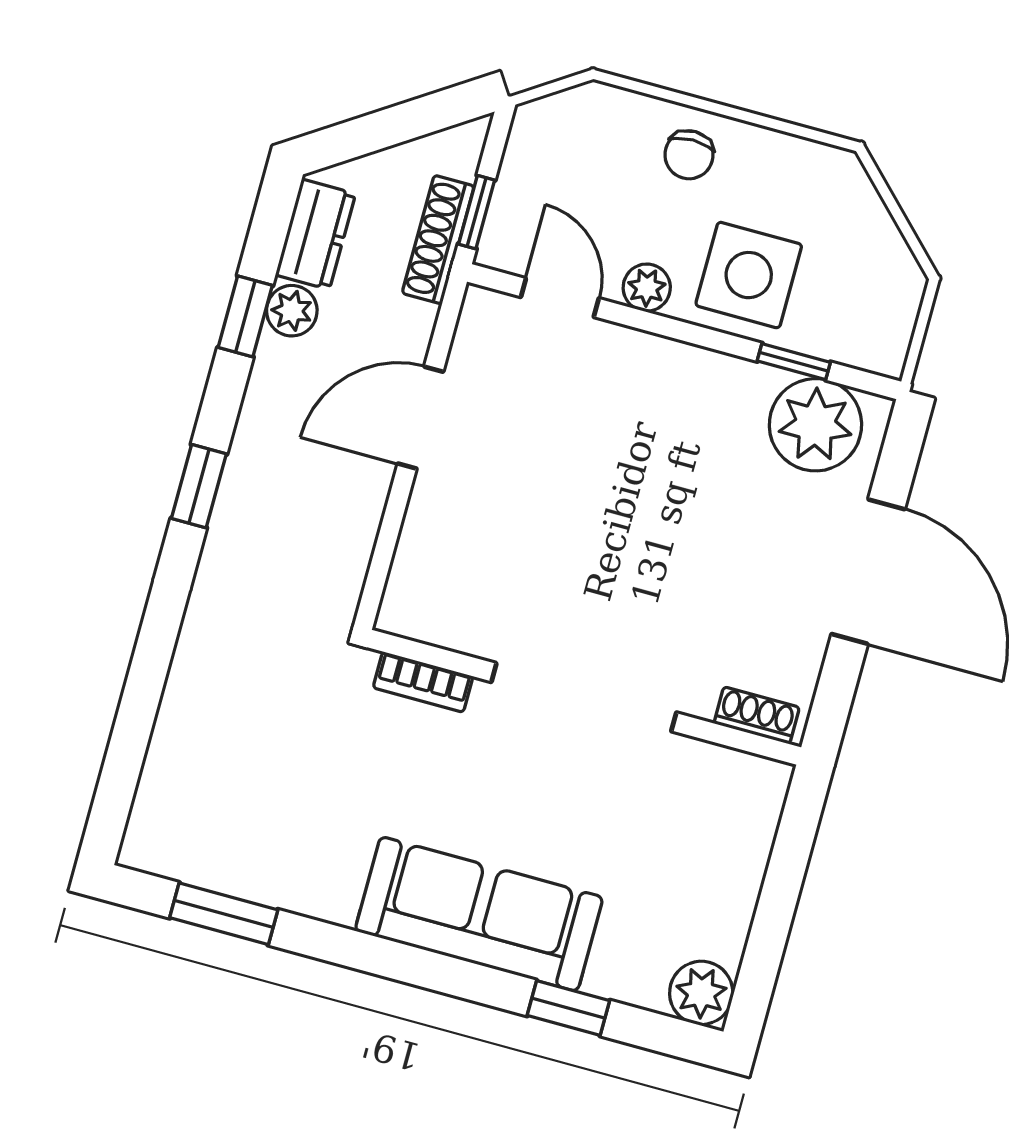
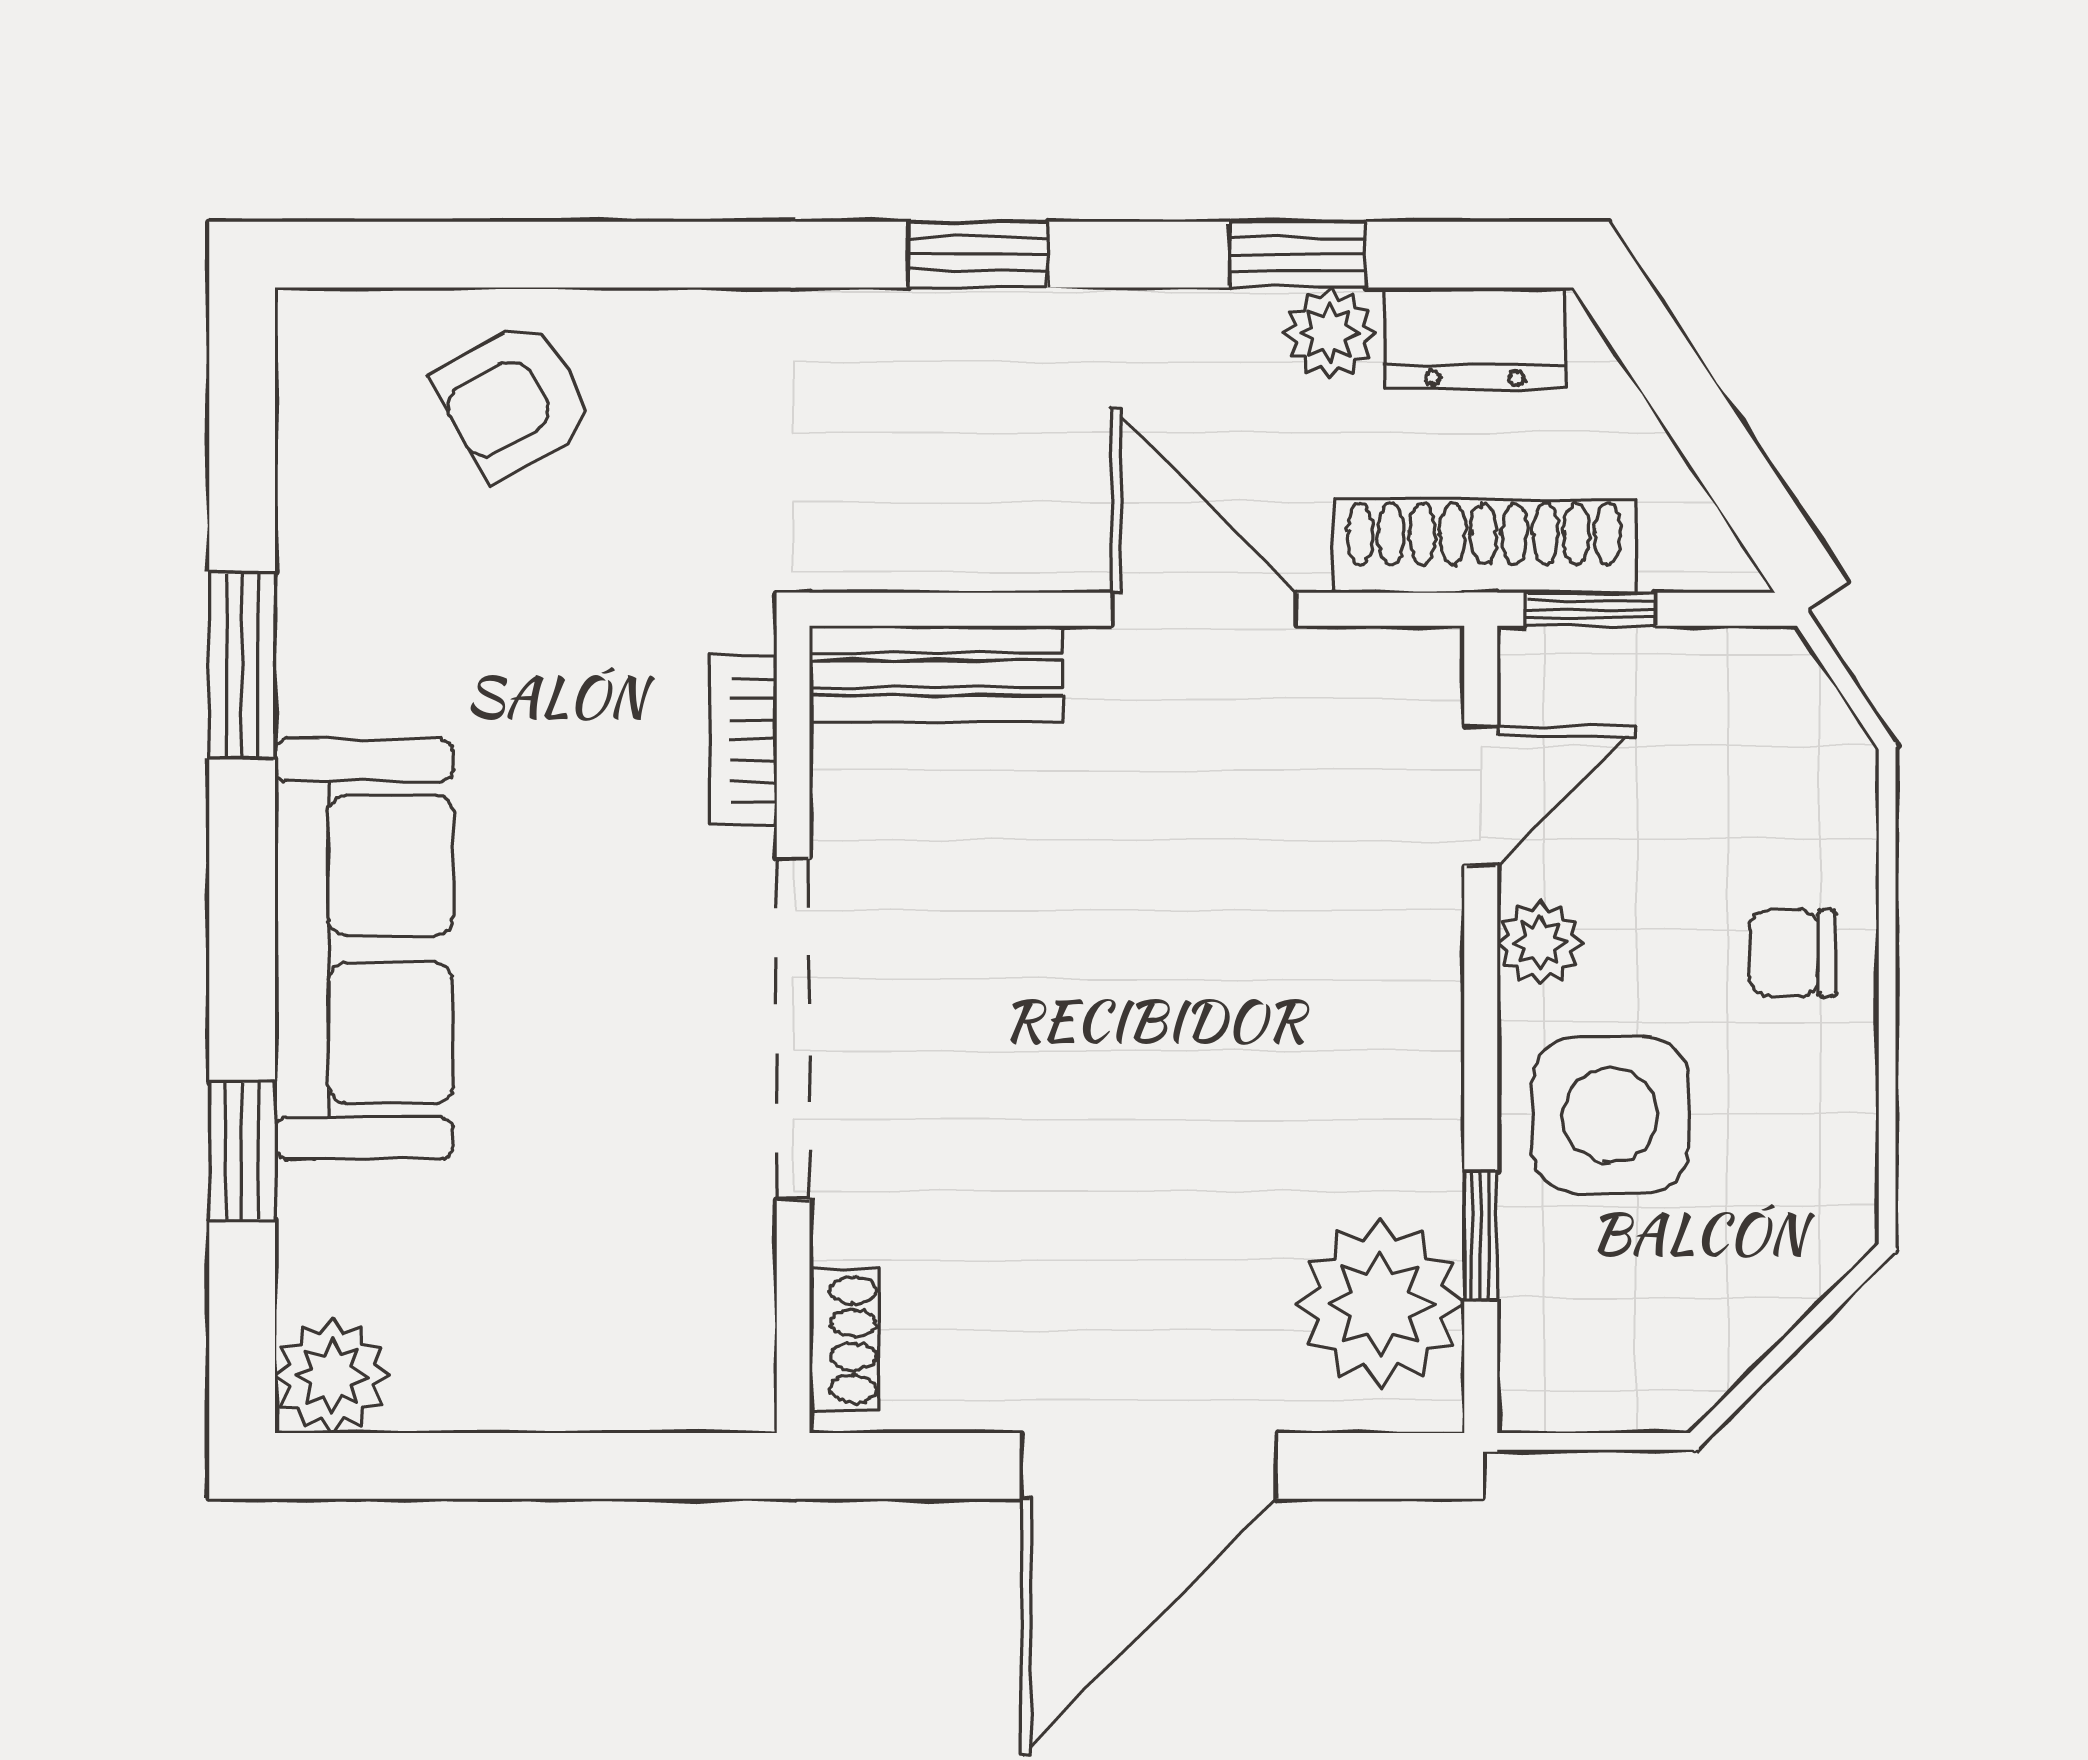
shoe rack: (438, 240) -> (1484, 546), width x1.36, depth x1.24
bench: (416, 569) -> (936, 674), added
armchair: (209, 754) -> (514, 400), added
window: (224, 914) -> (242, 665), moved

